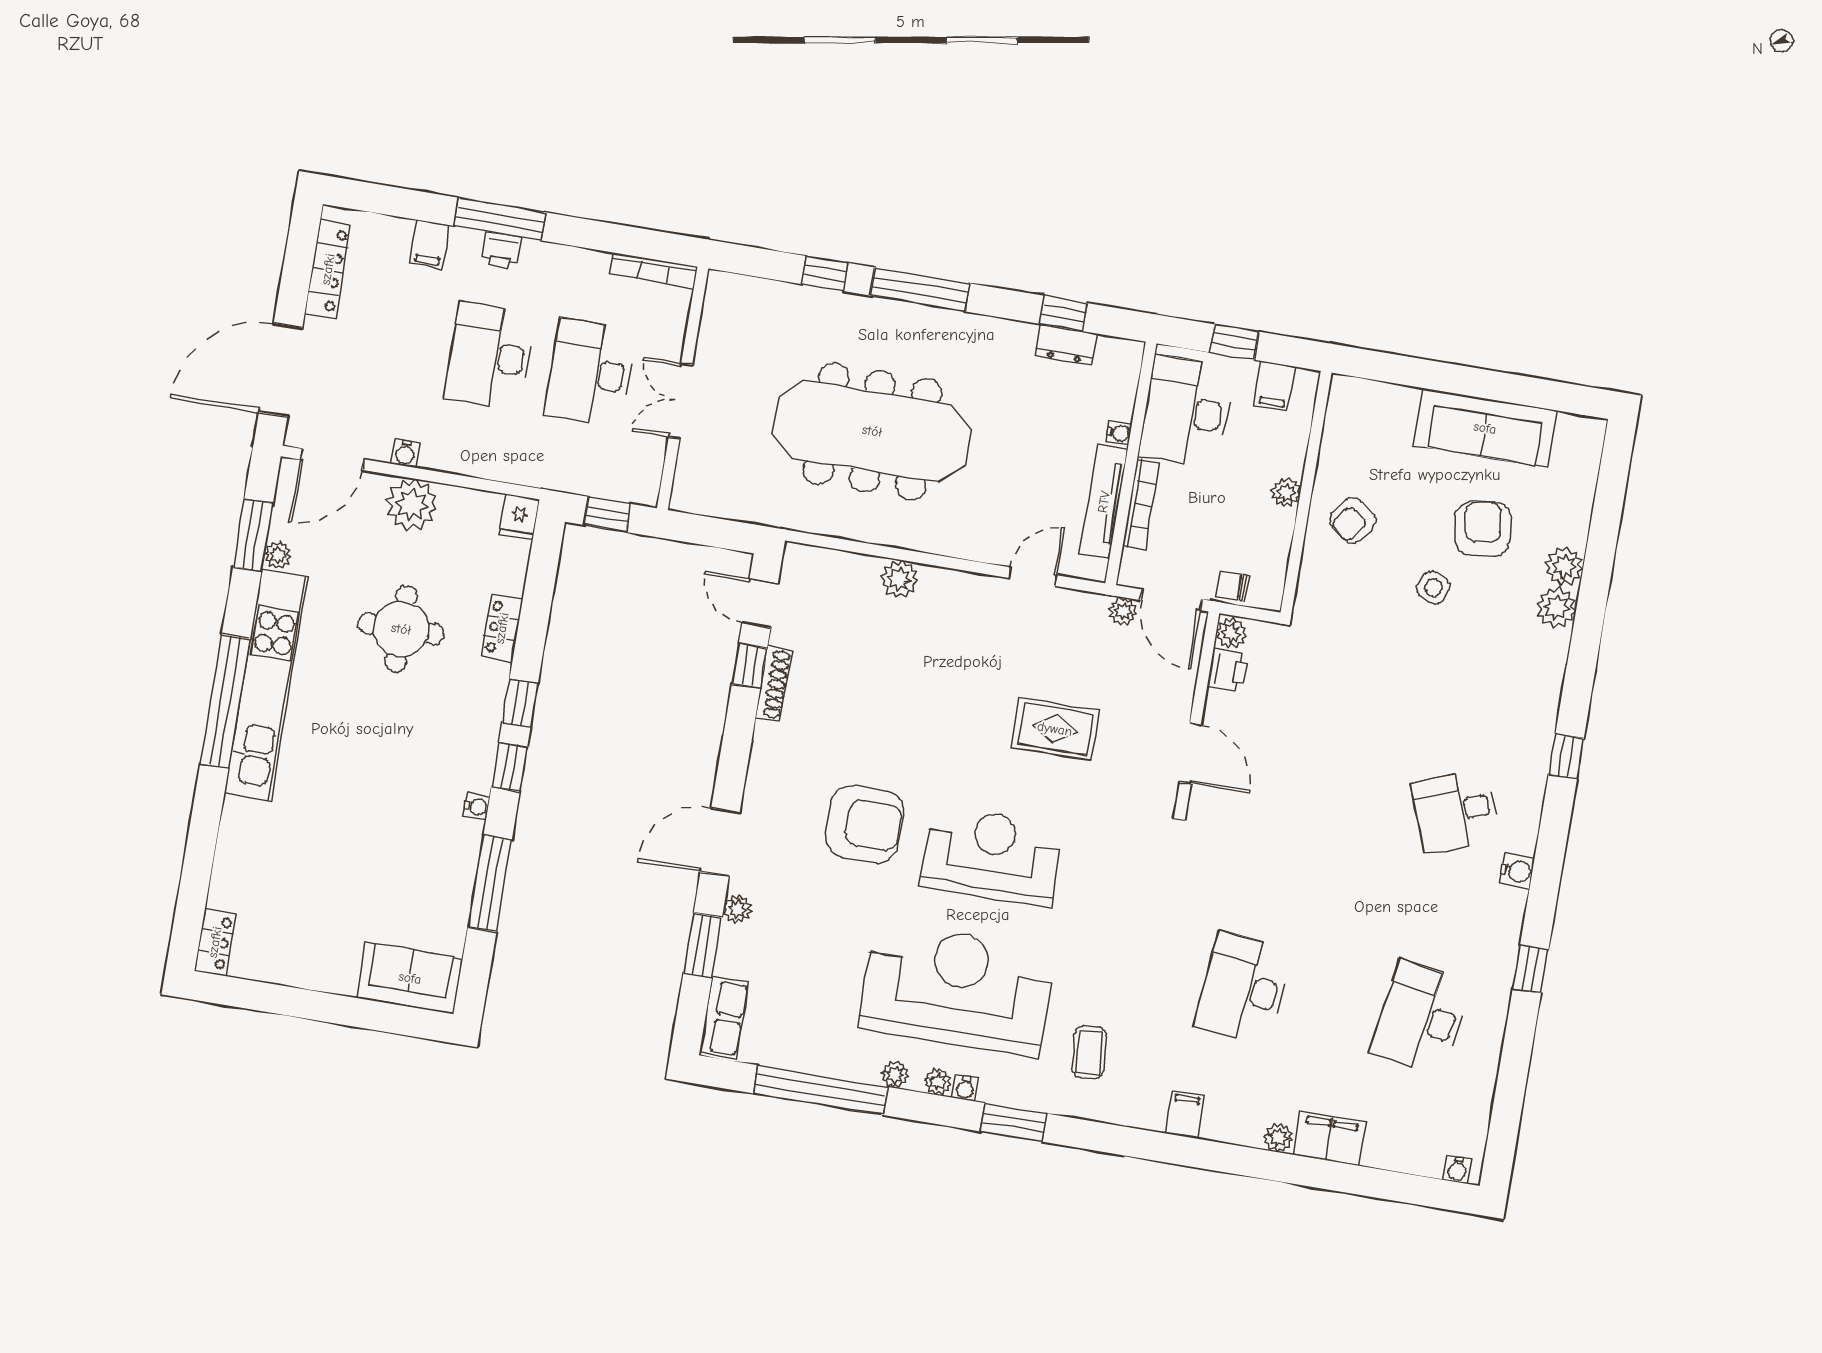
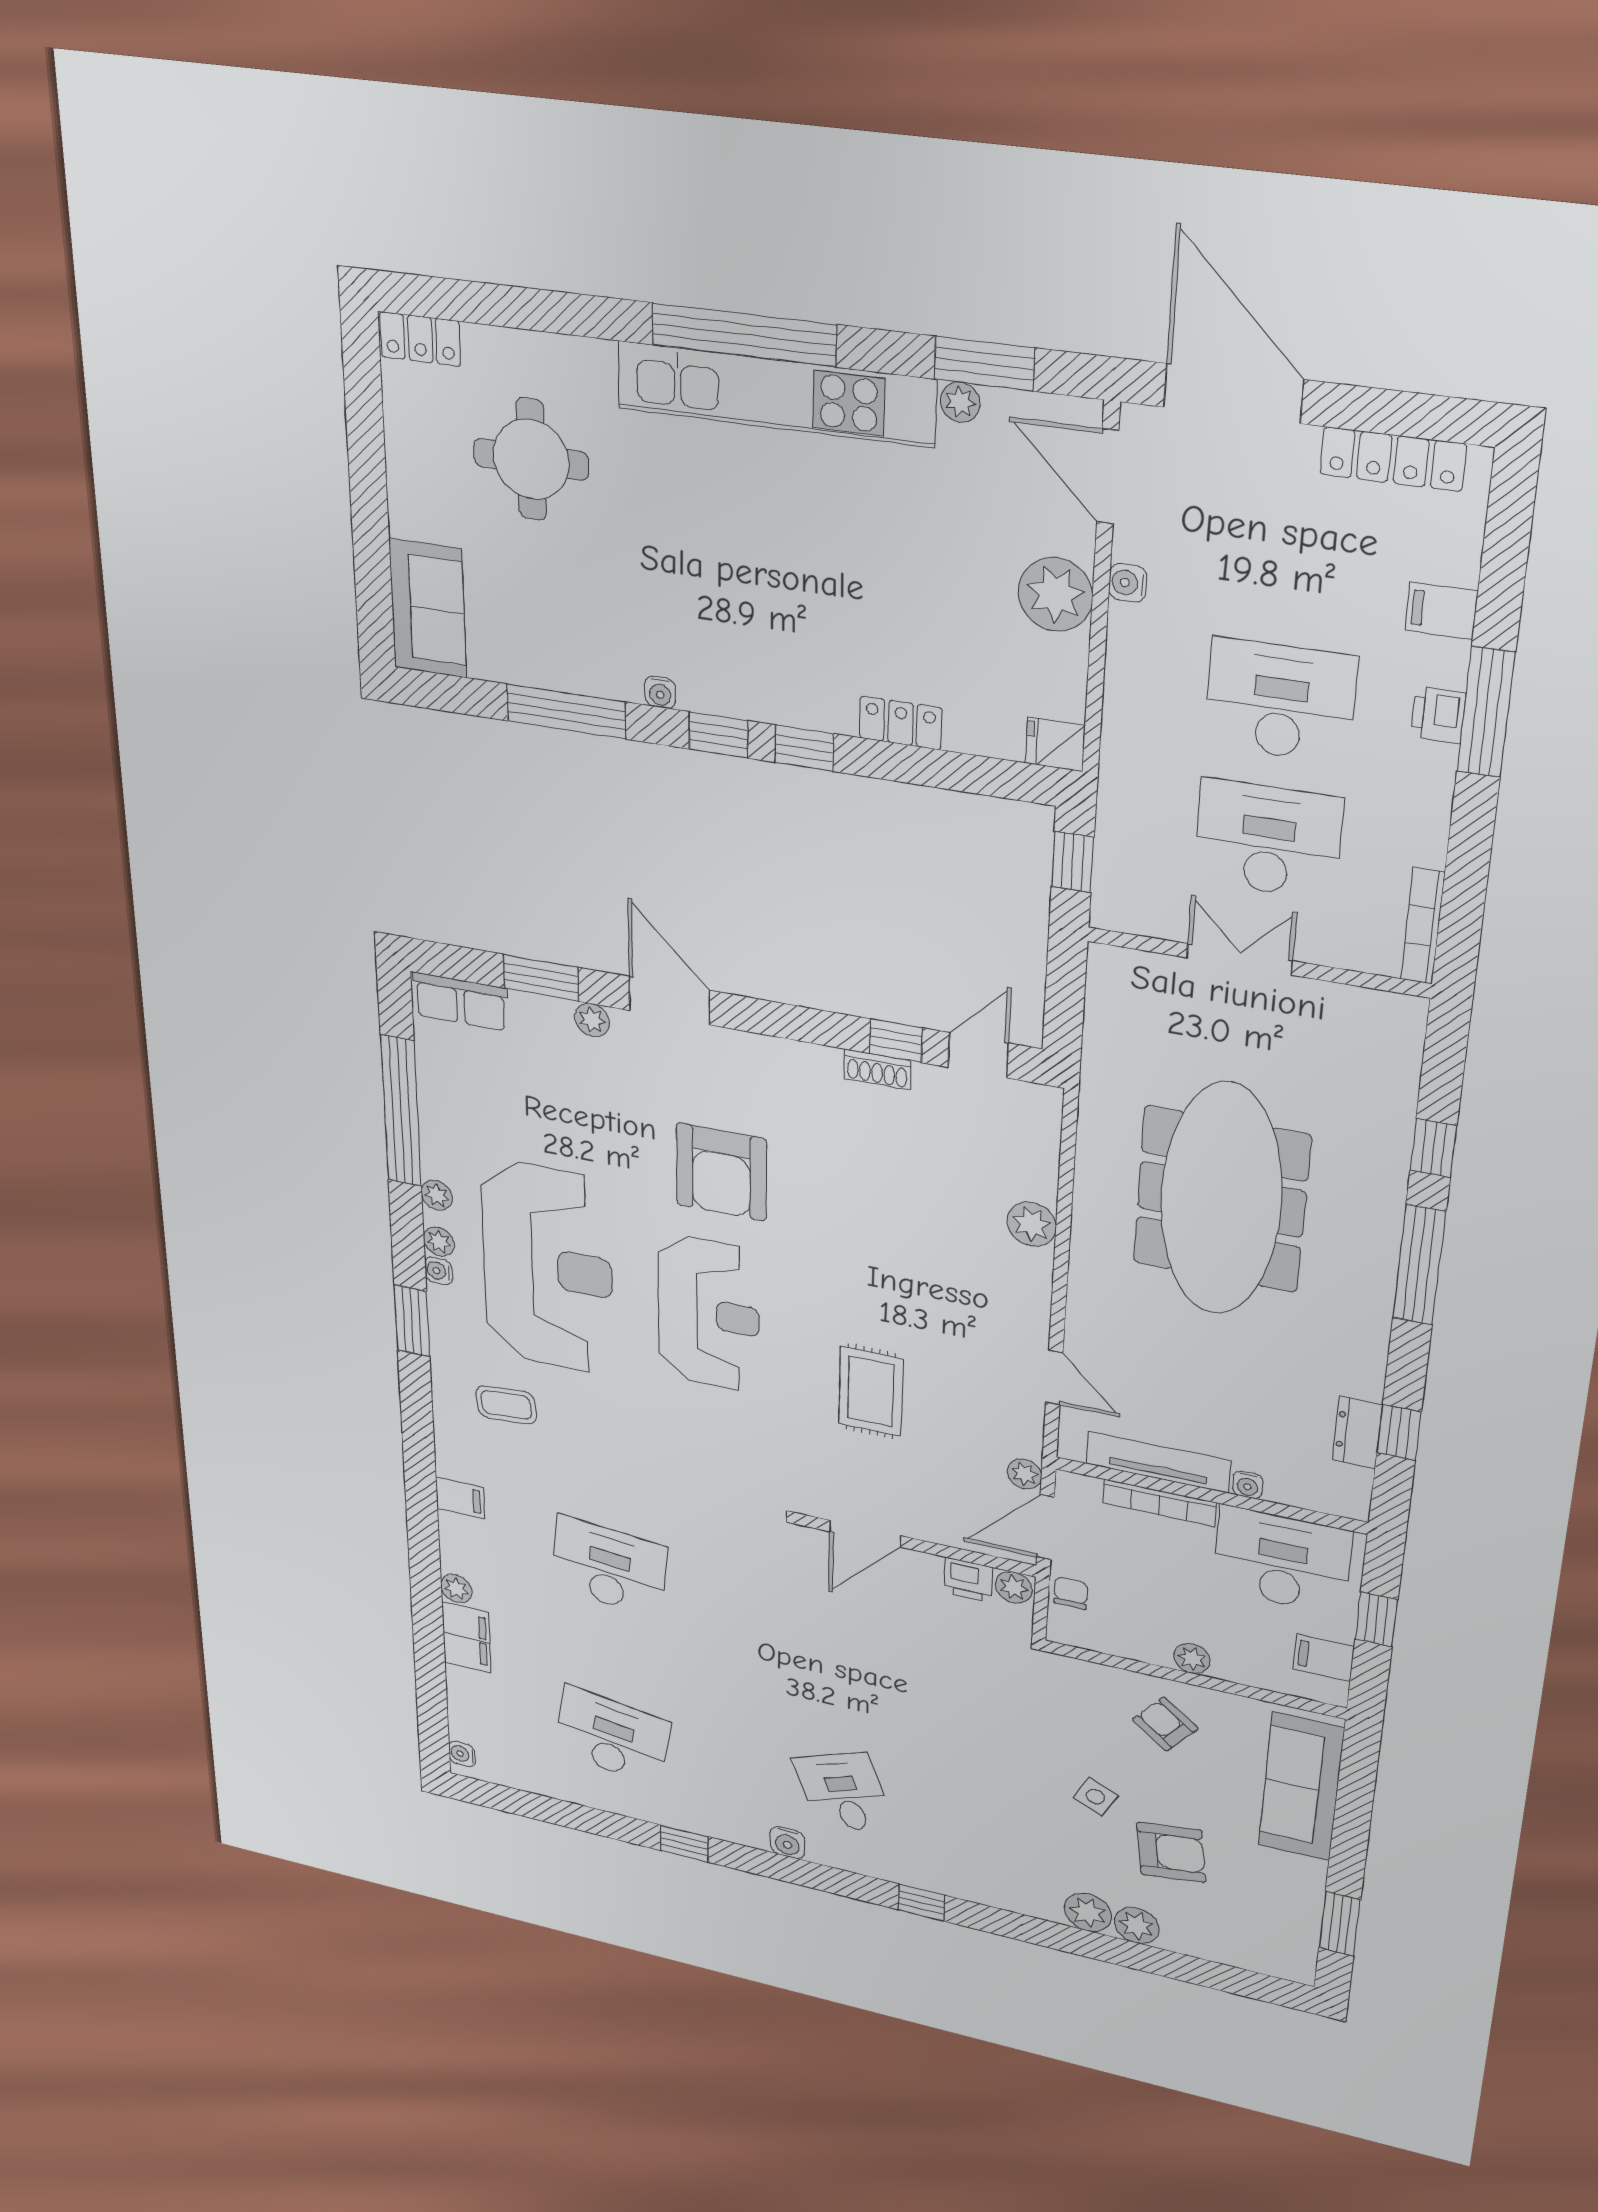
window: (1538, 393) -> (1340, 1924), added
sofa: (1485, 428) -> (1301, 1787), moved
round table: (401, 629) -> (531, 459), moved
shoe rack: (774, 684) -> (877, 1070), width x0.70

